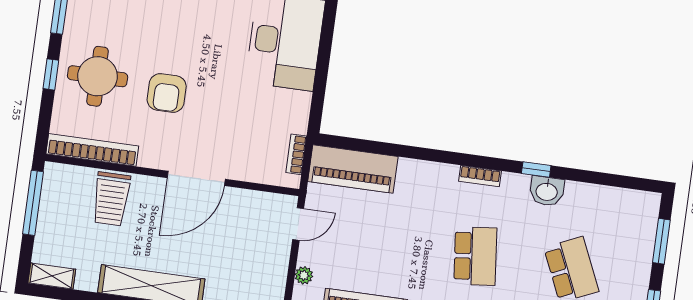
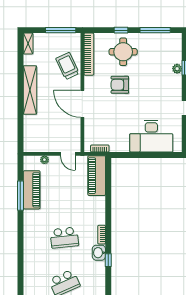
washbasin: (547, 191) -> (99, 253), moved
trolley: (111, 199) -> (67, 66), turned 65

